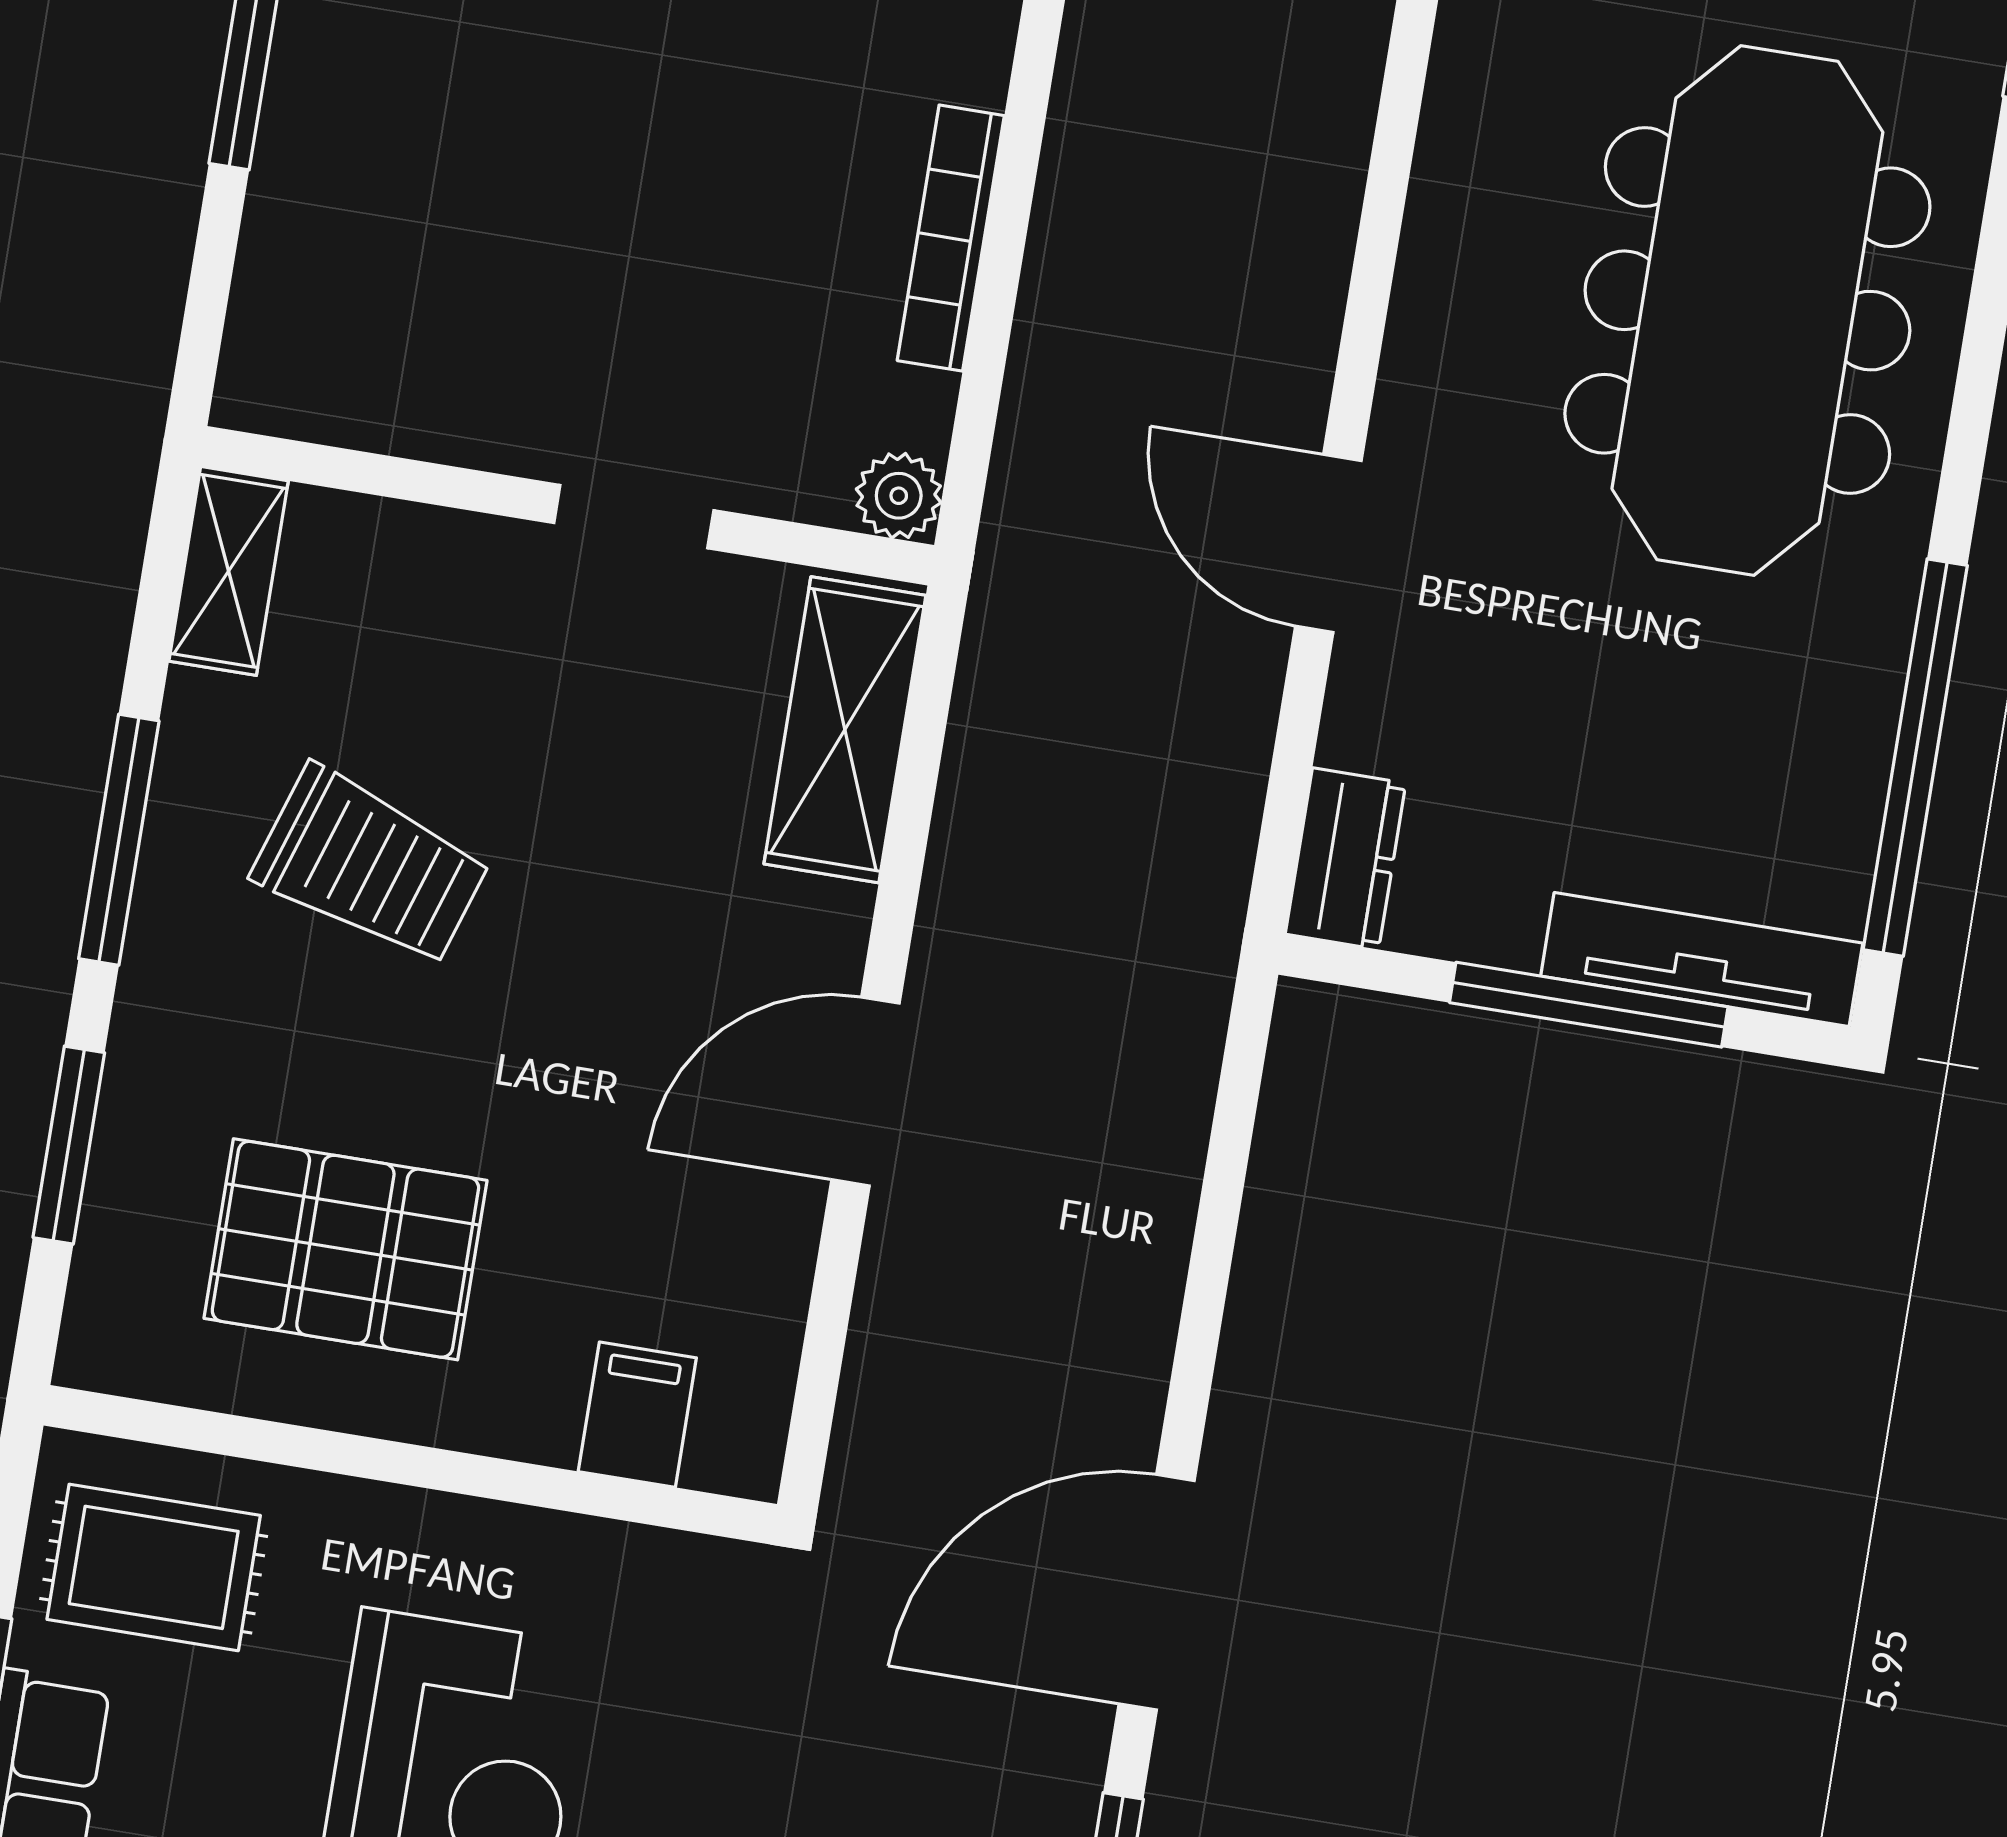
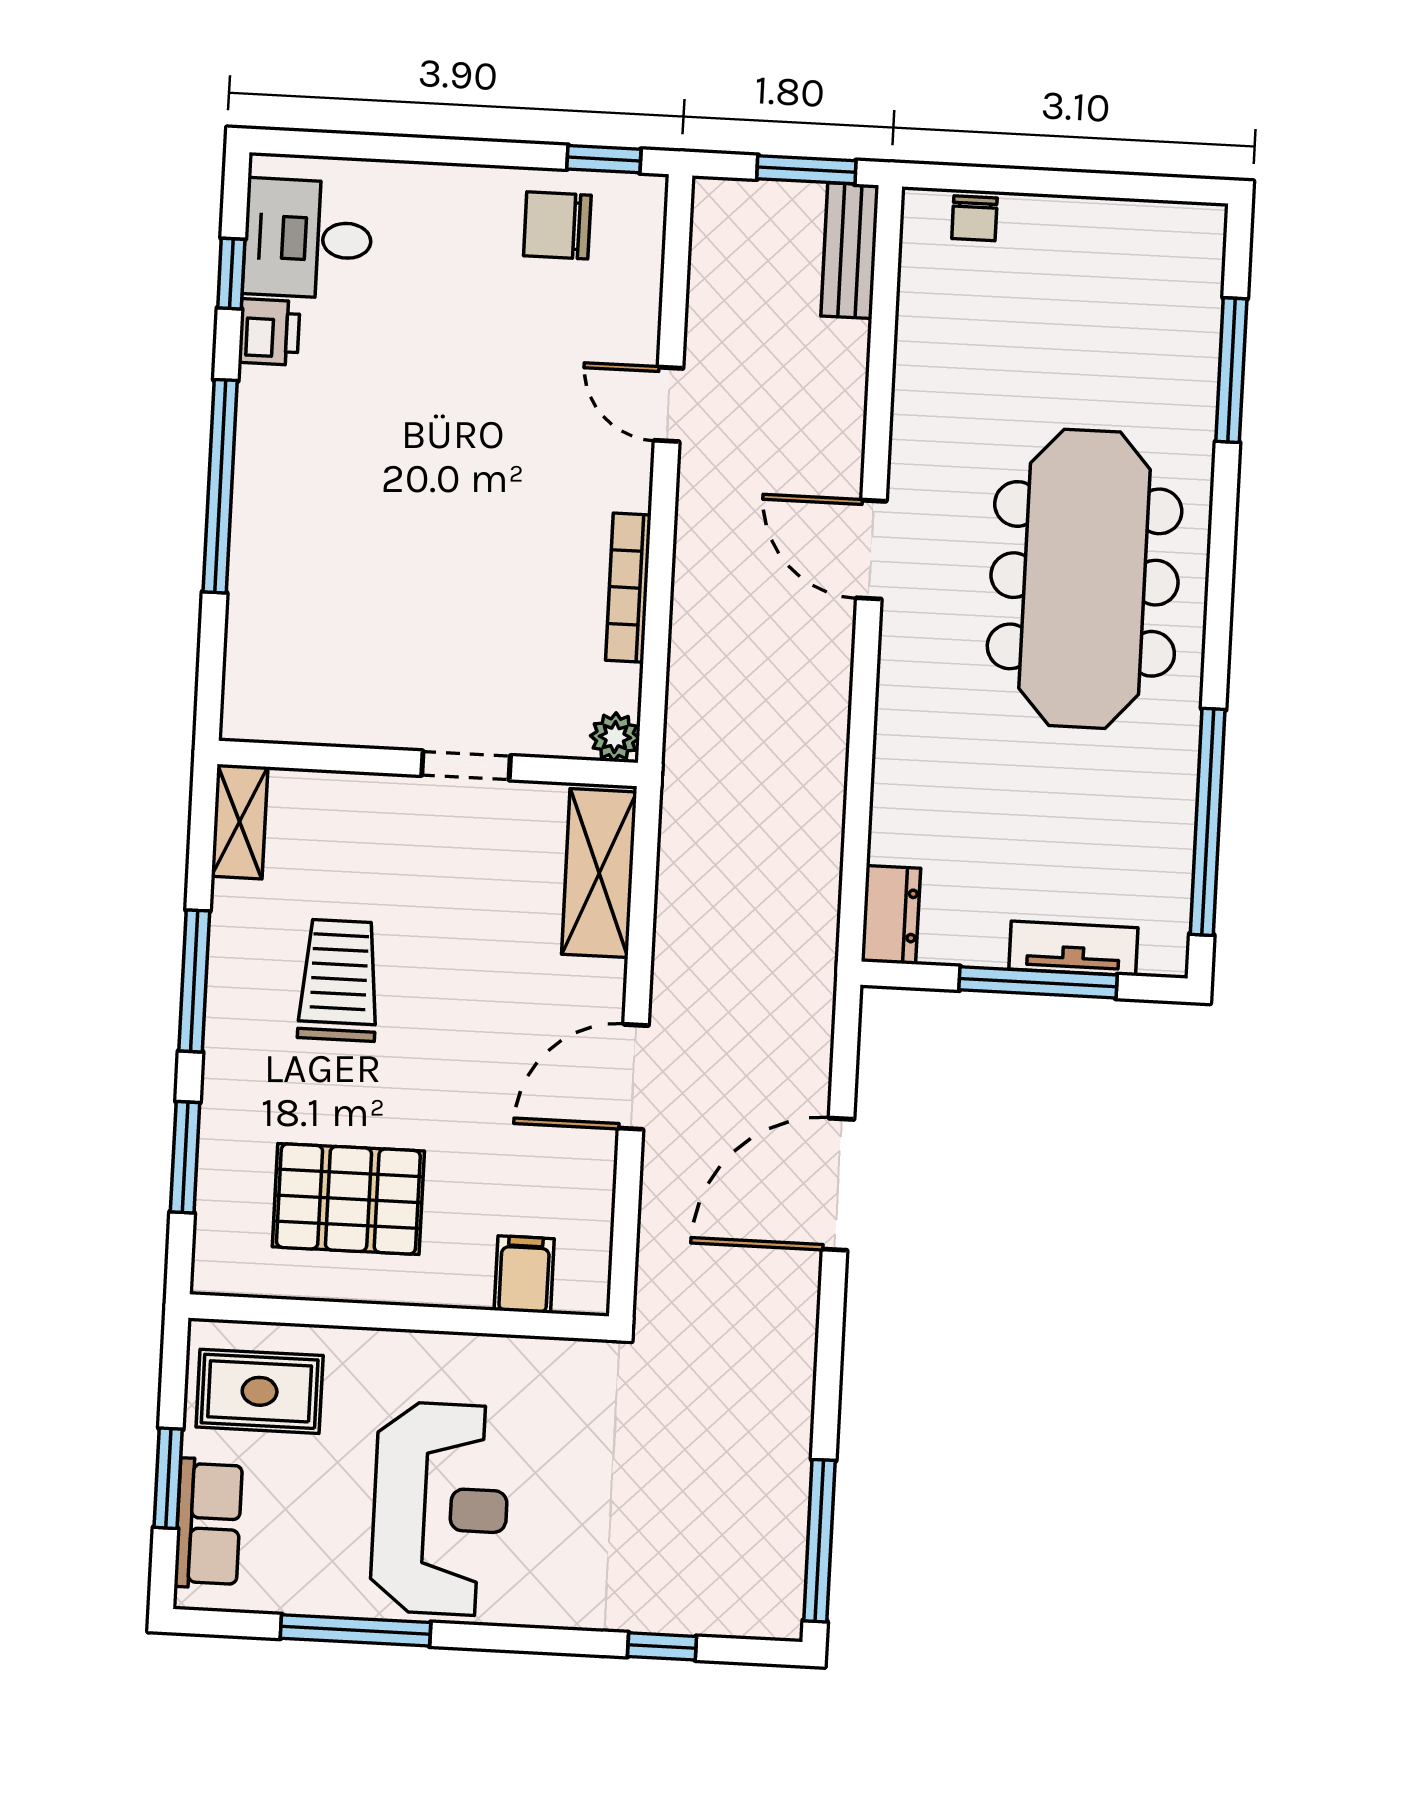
door: (1328, 543) -> (871, 550), moved
trolley: (371, 866) -> (339, 980), turned -108
tv unit: (1702, 960) -> (1073, 948), width x0.71
door: (1157, 1592) -> (838, 1184), moved

